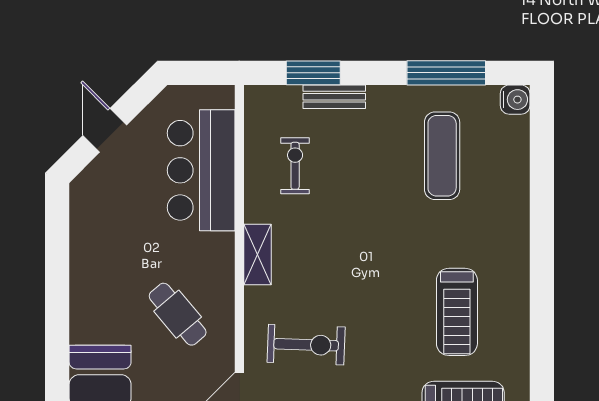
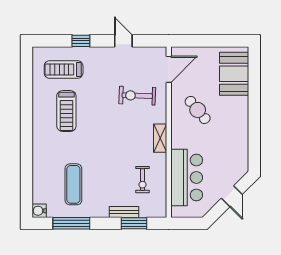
treadmill: (457, 312) -> (66, 111), turned 180

